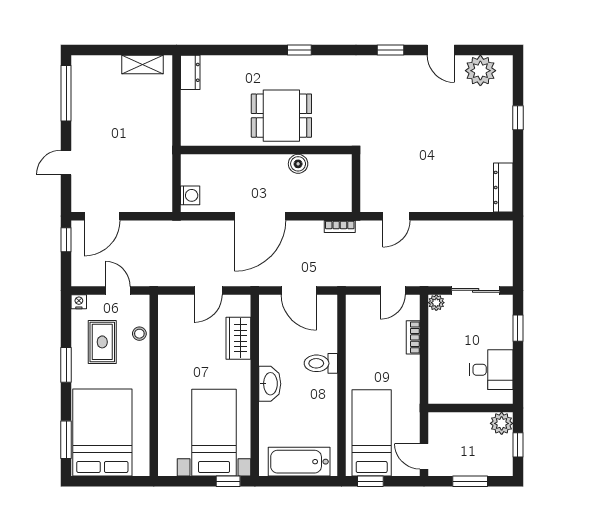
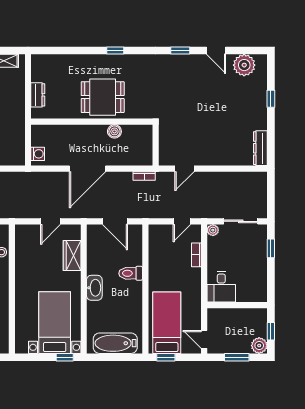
dresser: (190, 72) -> (38, 95), moved
desk: (491, 370) -> (221, 287), moved, turned 90
plant: (502, 423) -> (259, 346), moved

